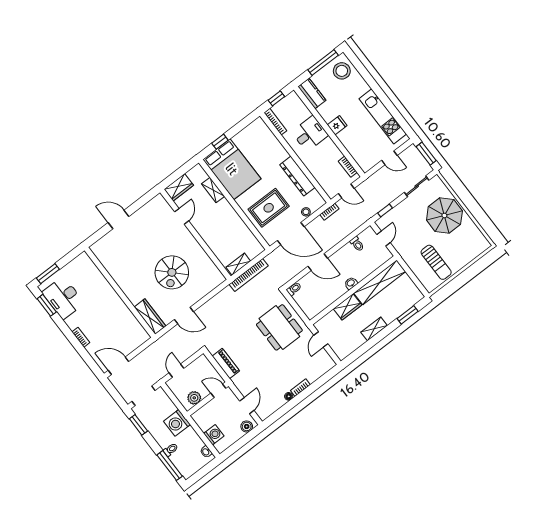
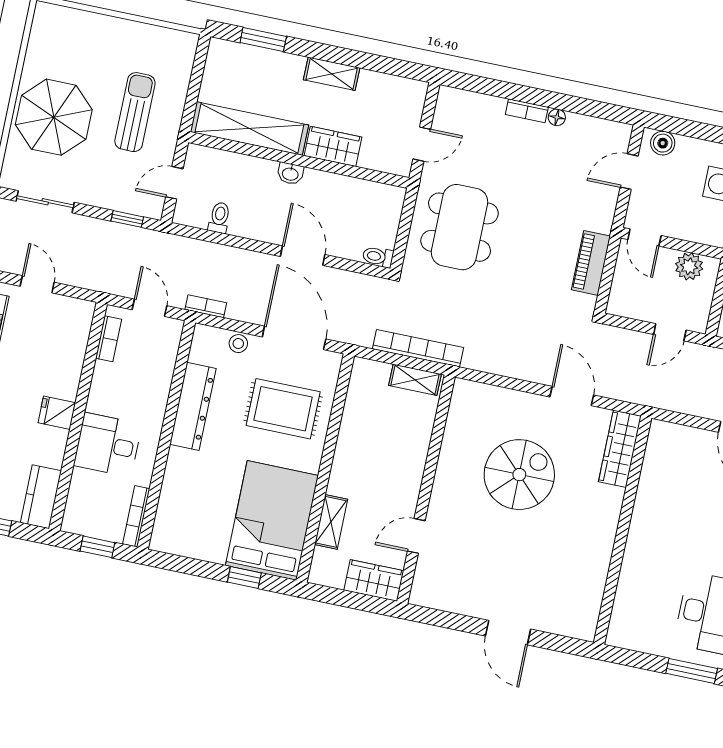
sun lounger: (436, 262) -> (135, 112), moved

